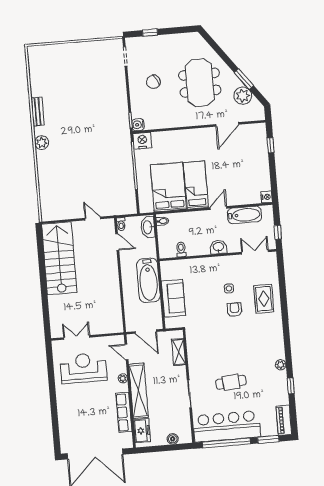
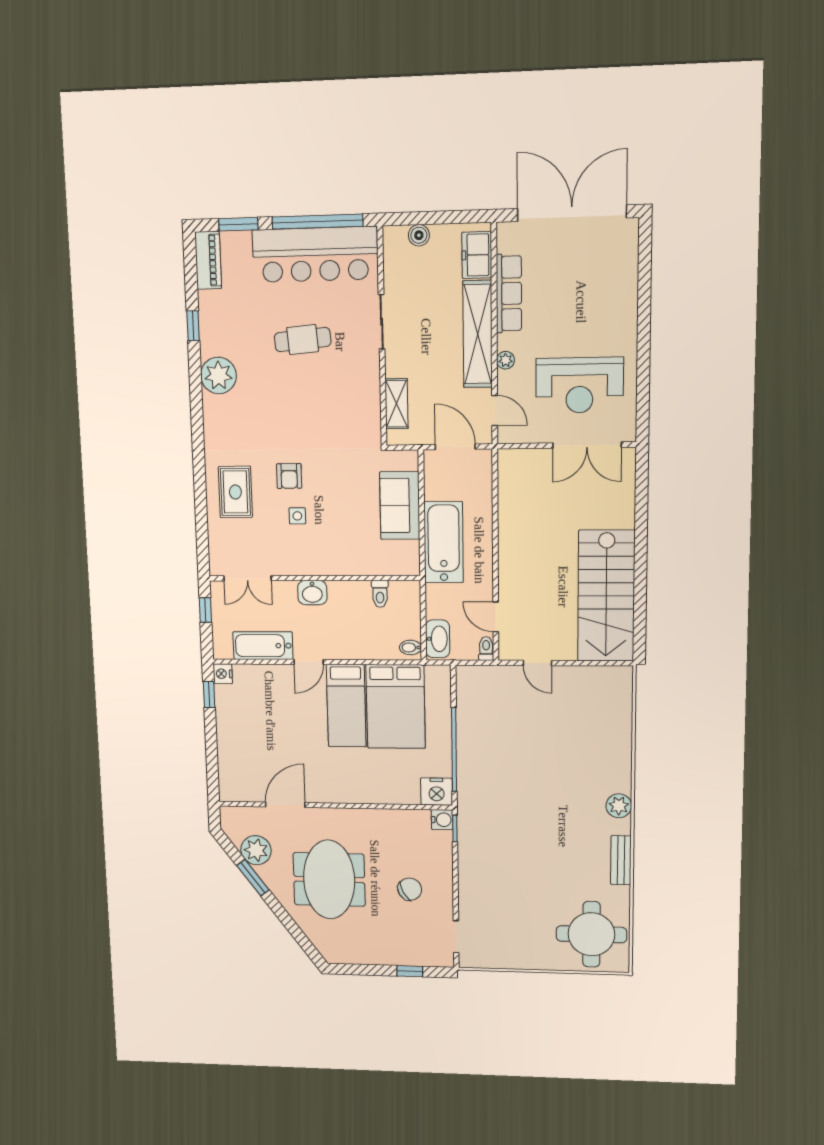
round table: (50, 66) -> (591, 934), added
window: (271, 145) -> (209, 695), moved
double door: (77, 337) -> (587, 445), width x1.37
plant: (281, 365) -> (218, 375), width x1.88, depth x1.88

